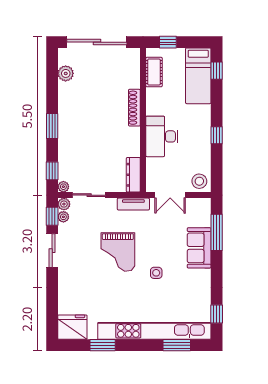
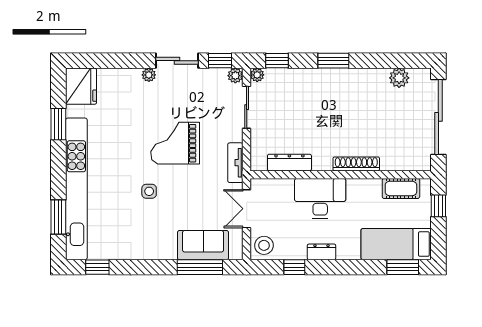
window: (217, 71) -> (403, 267), width x1.50
dresser: (204, 135) -> (322, 252), added
window: (217, 135) -> (294, 267), moved
dresser: (133, 175) -> (289, 163), moved
plant: (63, 217) -> (149, 75), moved
sofa: (199, 248) -> (203, 245), moved

